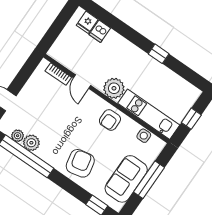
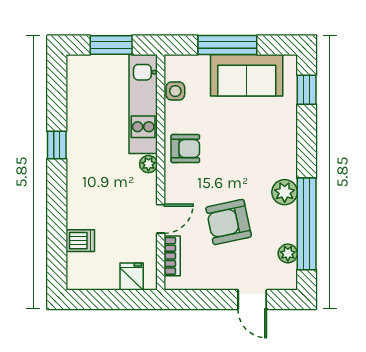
fridge: (87, 22) -> (132, 277), moved, turned -90
plant: (114, 88) -> (148, 164), width x0.53, depth x0.53
window: (191, 119) -> (111, 45), width x1.50
plant: (31, 143) -> (285, 192), moved
armchair: (80, 163) -> (229, 222), moved

